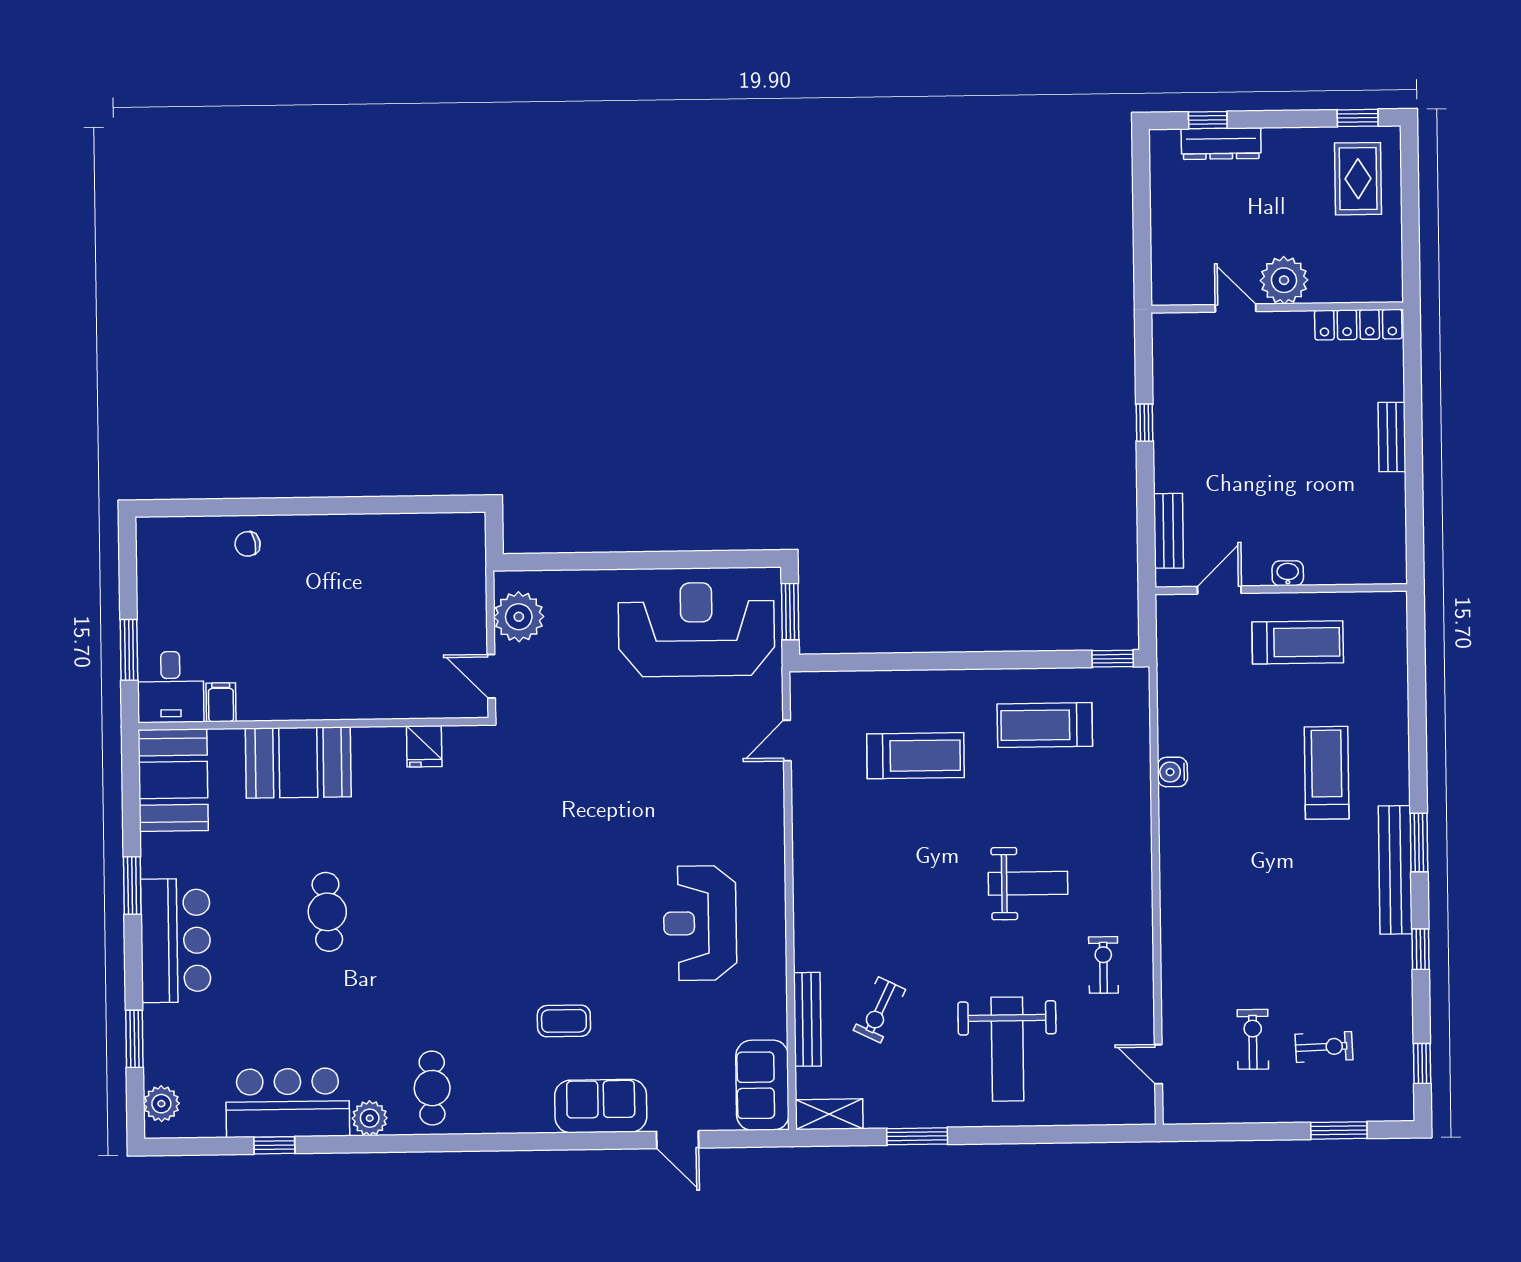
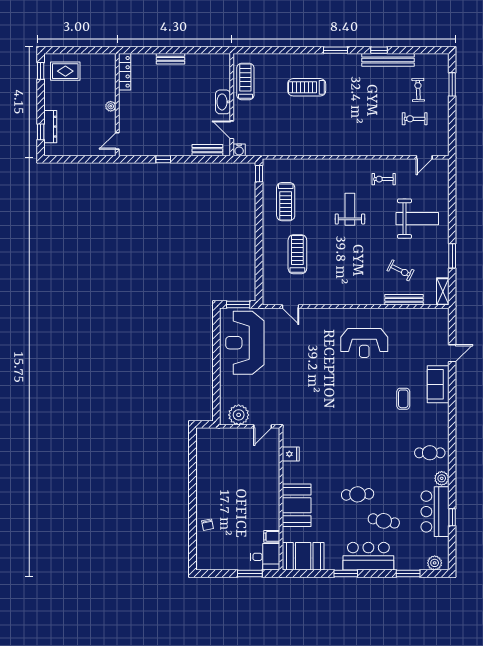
plant: (1284, 280) -> (111, 106), width x0.53, depth x0.53
door: (1236, 308) -> (117, 141), moved
washbasin: (1288, 573) -> (223, 102), width x1.91, depth x1.45
treadmill: (1298, 642) -> (245, 81), moved
water cooler: (1172, 772) -> (239, 150), moved
bench: (1395, 870) -> (388, 60), moved
cafe table: (263, 977) -> (384, 521), added
window: (1422, 1064) -> (425, 50), removed
sofa: (762, 1085) -> (430, 318), removed

